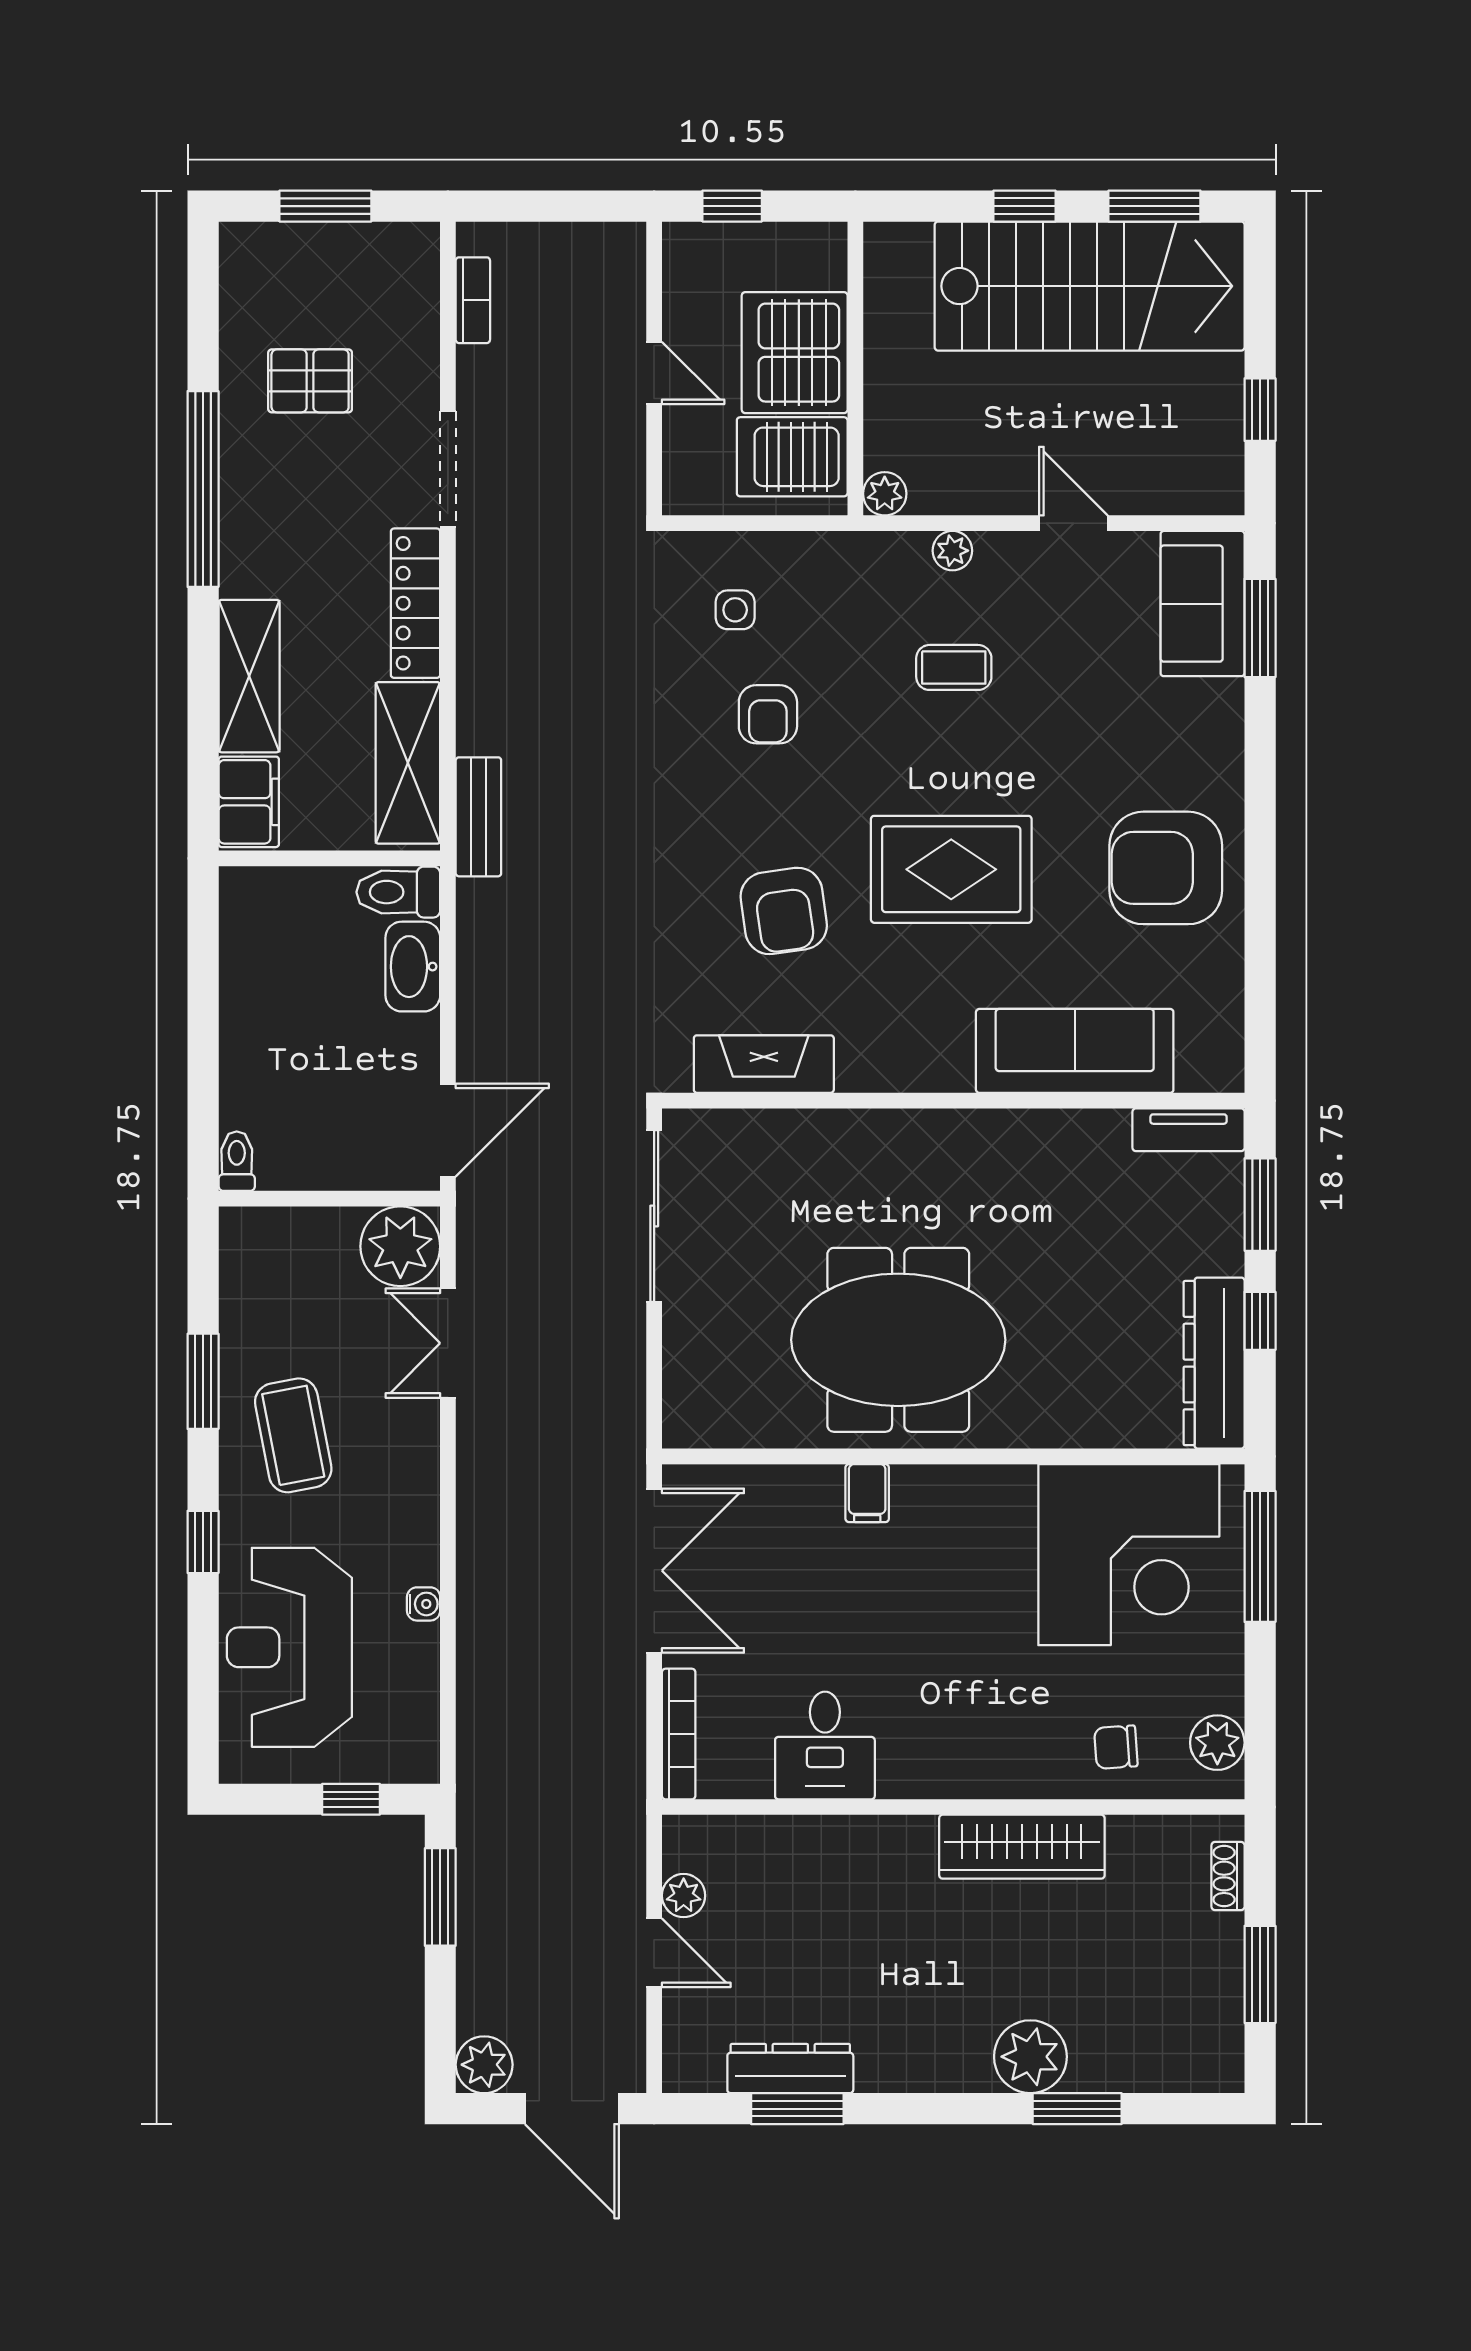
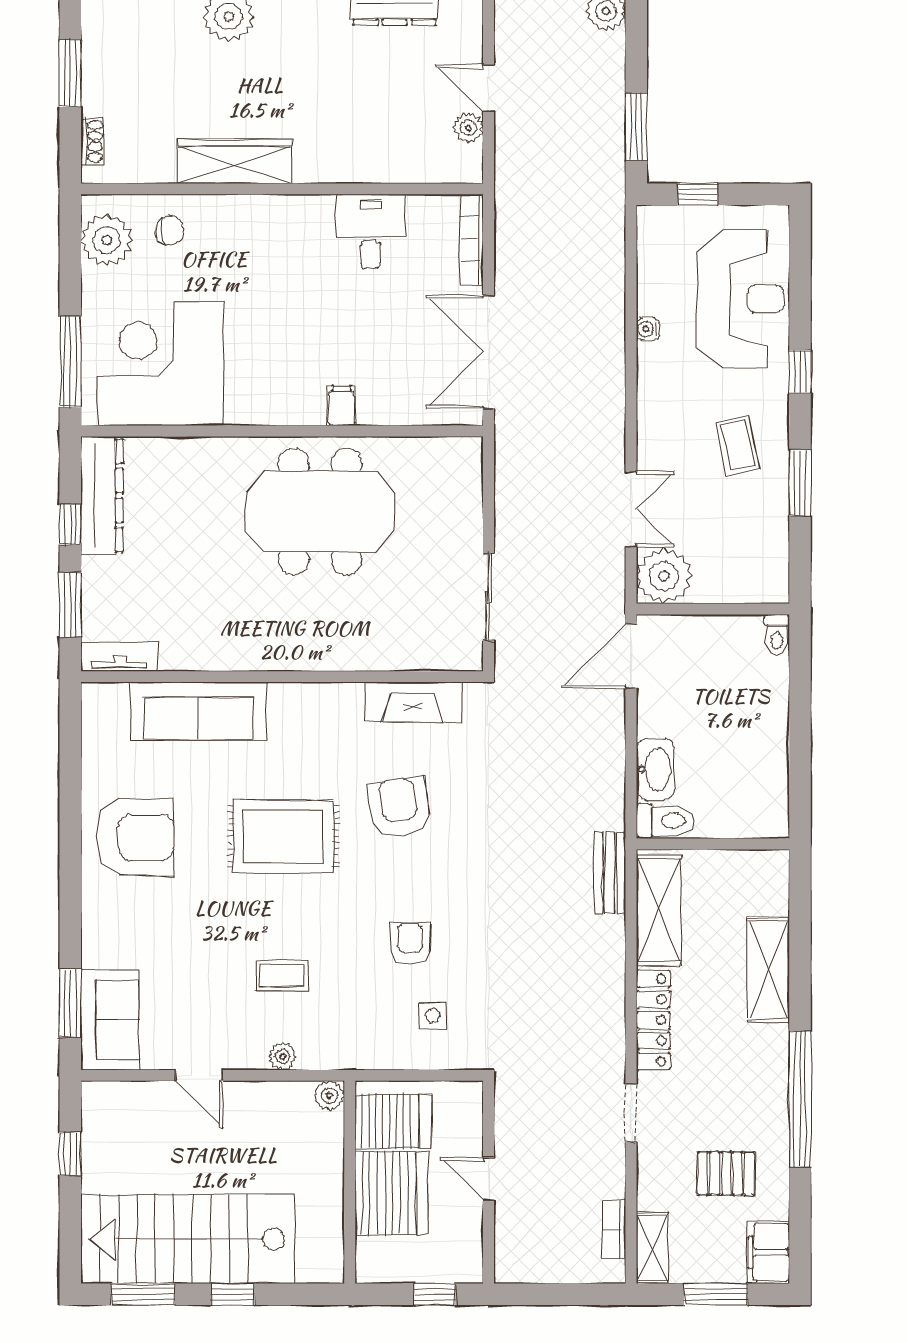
shelving: (417, 273) -> (652, 1248), added
doorway: (448, 469) -> (631, 1113), width x0.73
filing cabinet: (249, 802) -> (768, 1252), moved
sliding door: (654, 1216) -> (489, 597), width x0.73
coffee table: (293, 1435) -> (738, 445), width x0.73, depth x0.77
plant: (1217, 1743) -> (107, 240), width x1.36, depth x1.36

